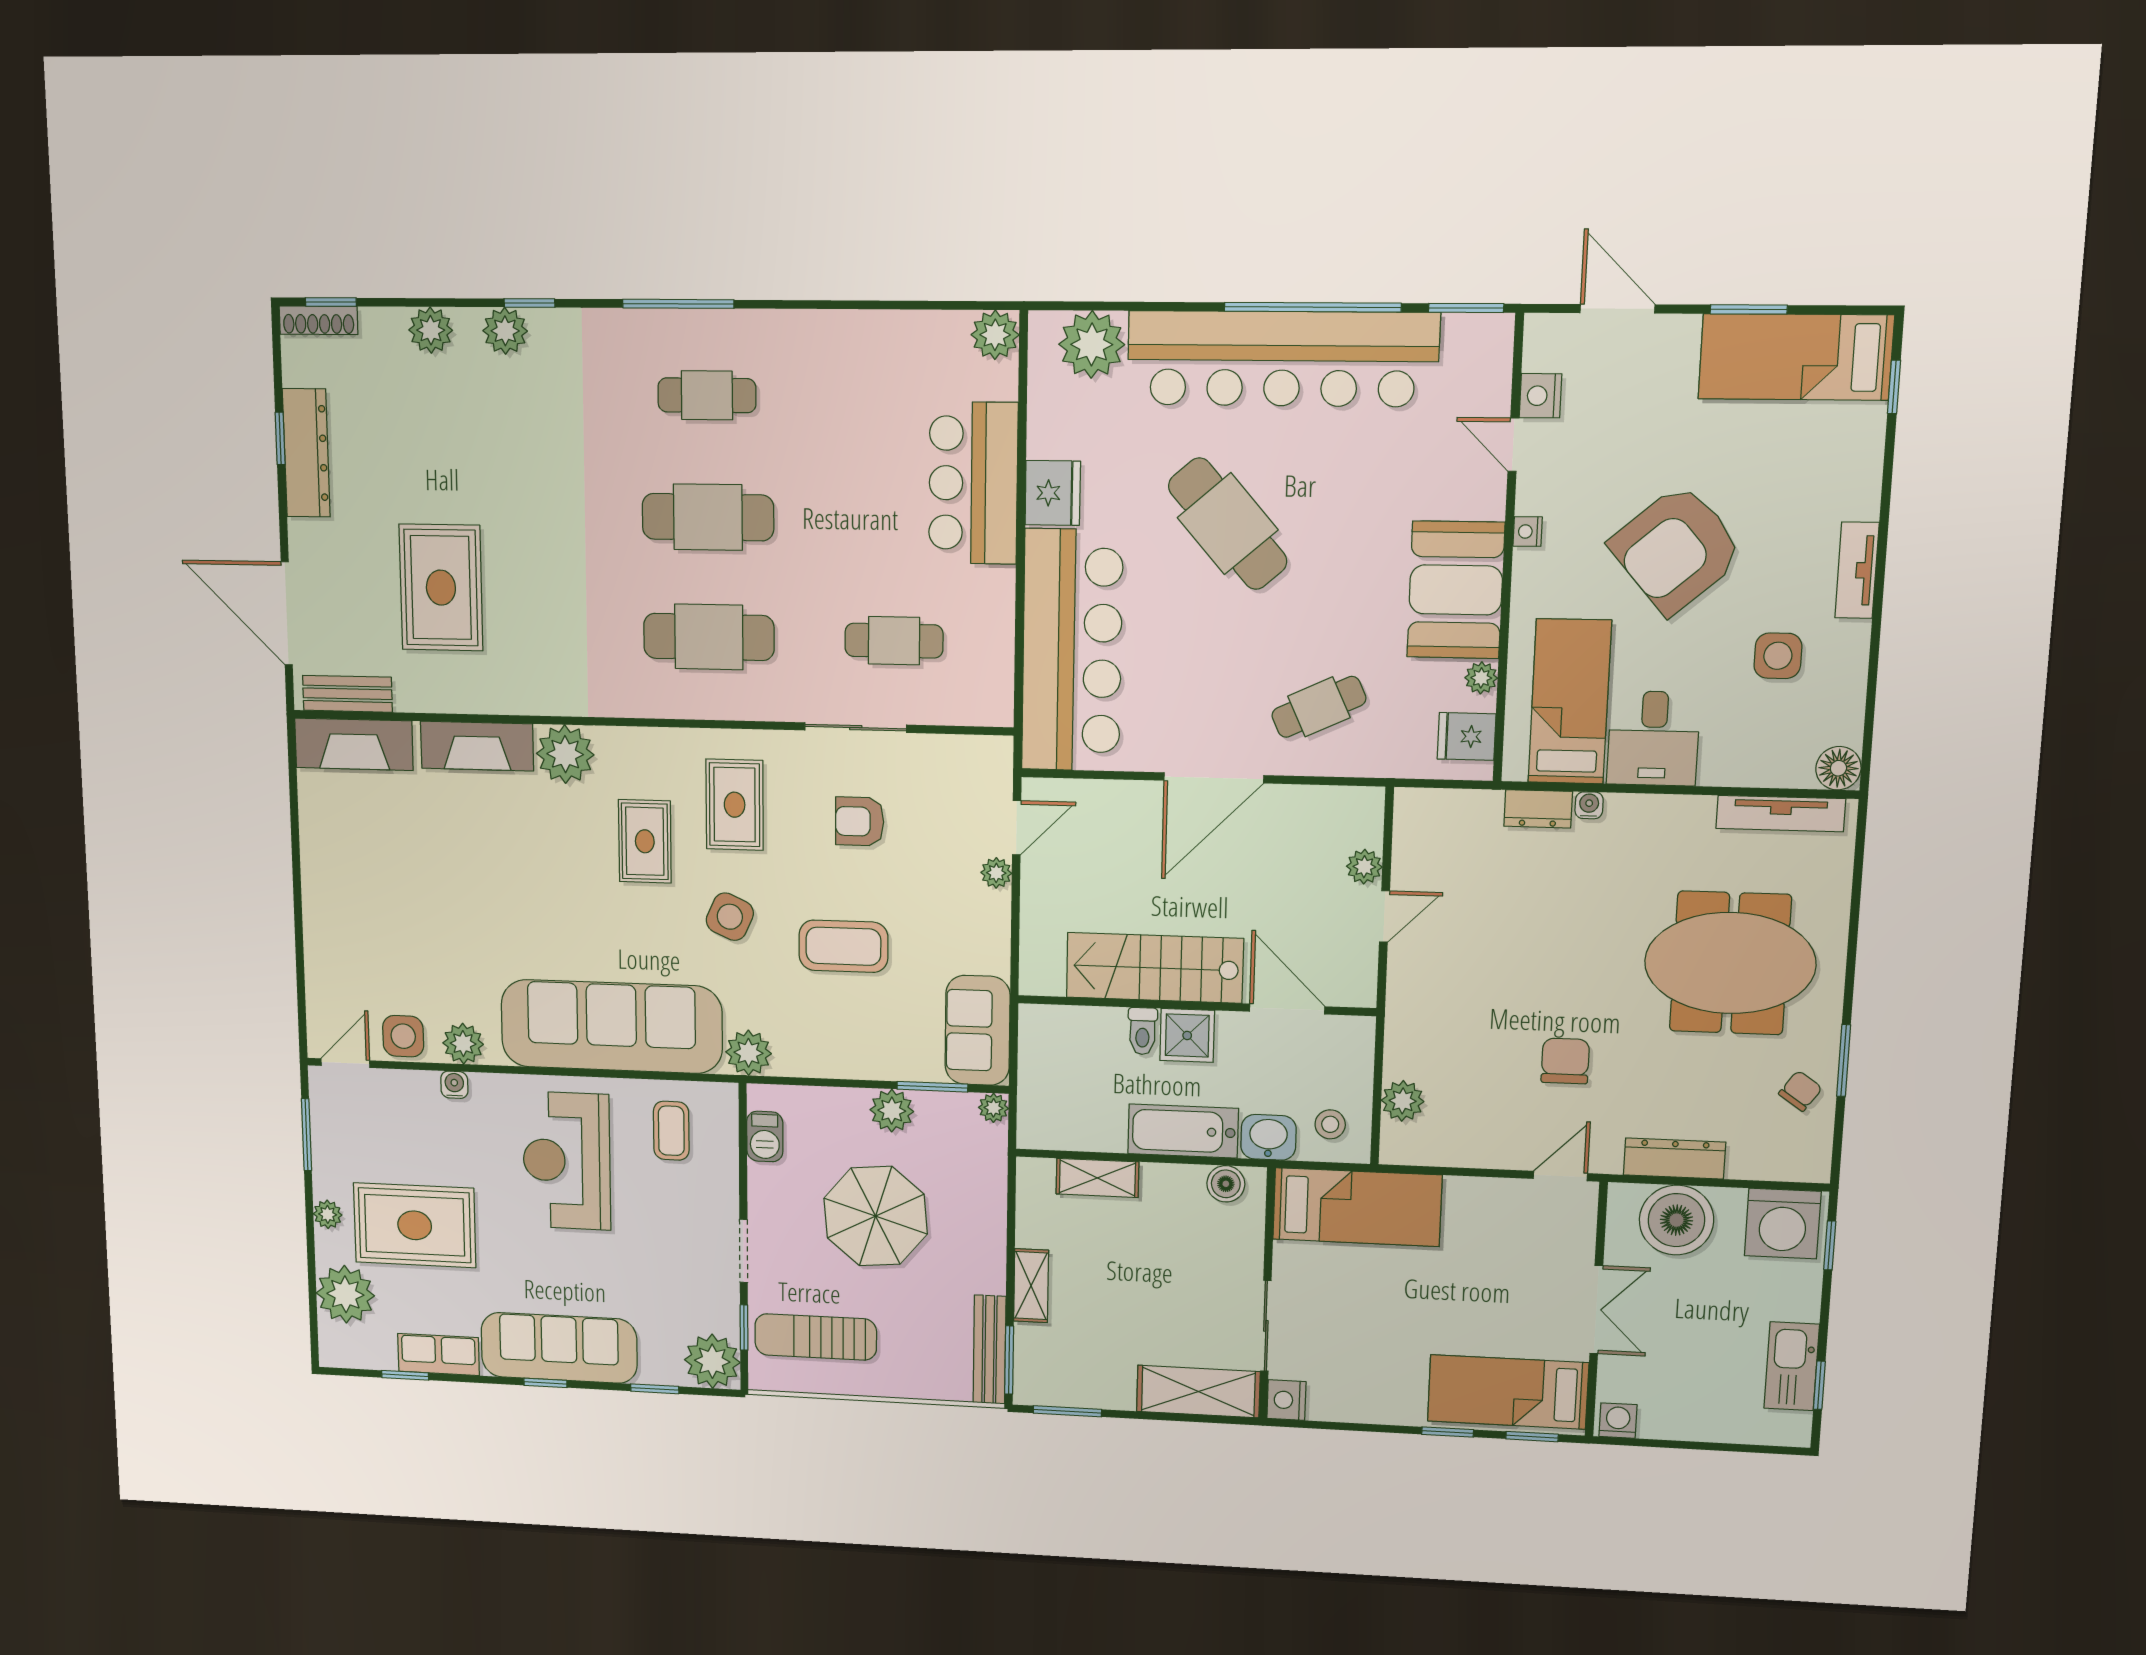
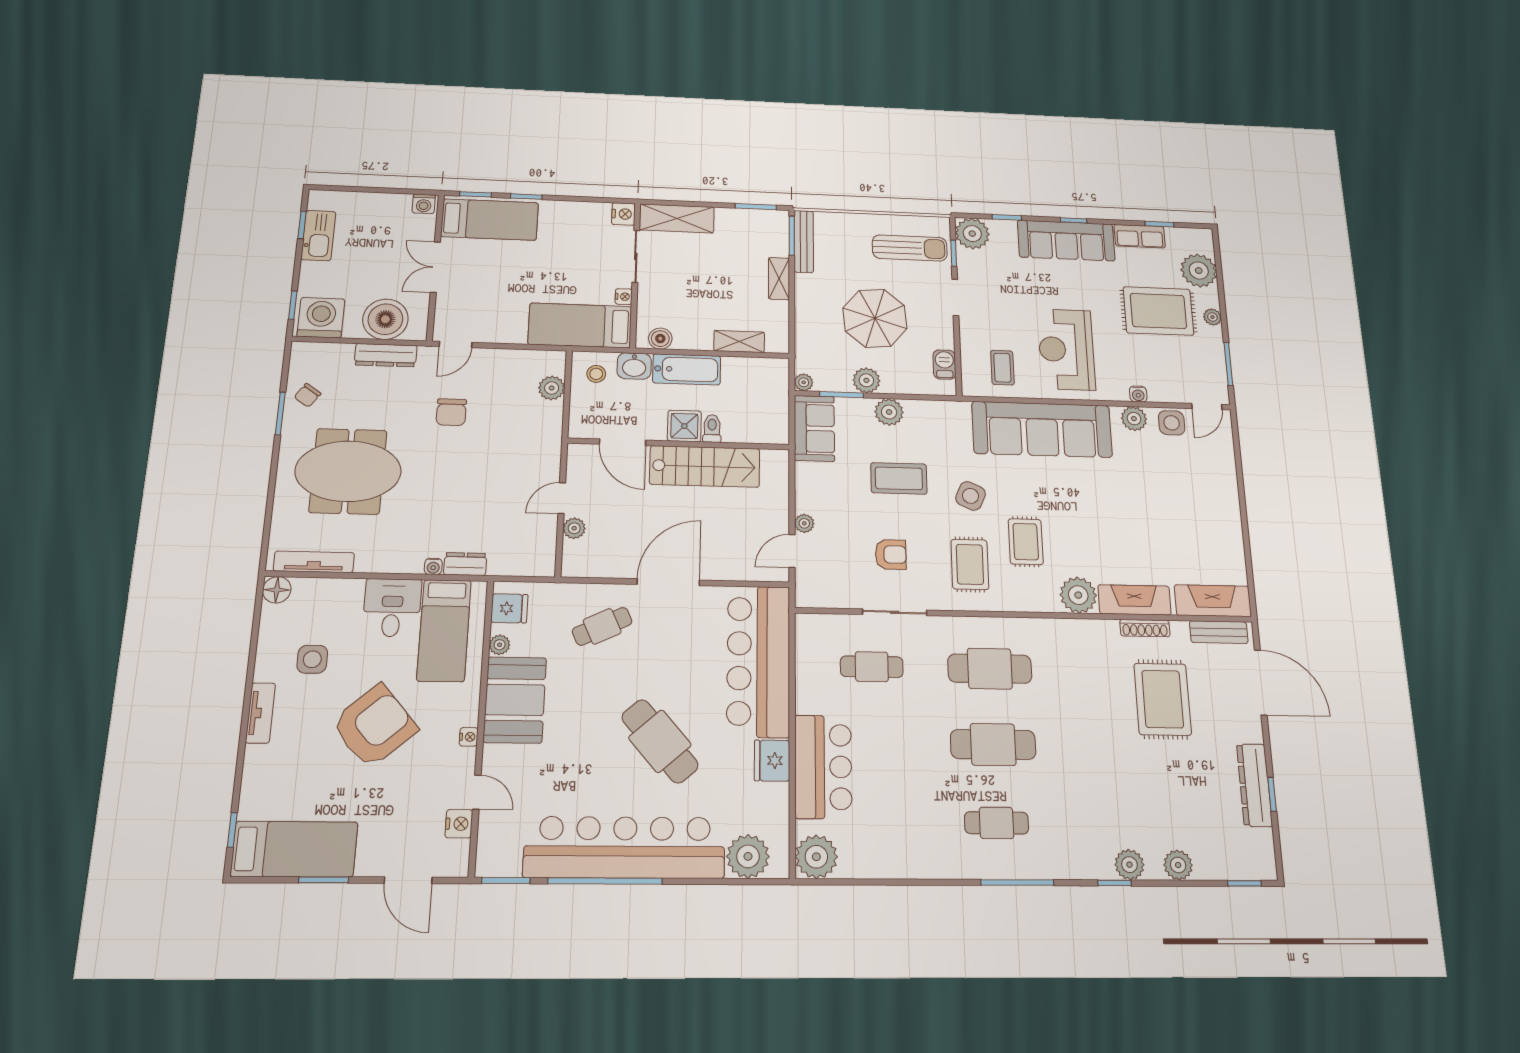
shoe rack: (318, 320) -> (1145, 628), moved, turned 180
plant: (995, 335) -> (816, 857), width x1.36, depth x1.36
plant: (749, 1053) -> (889, 412), moved
reception desk: (567, 1161) -> (1066, 349), turned 180
nightstand: (1286, 1256) -> (624, 297), added

